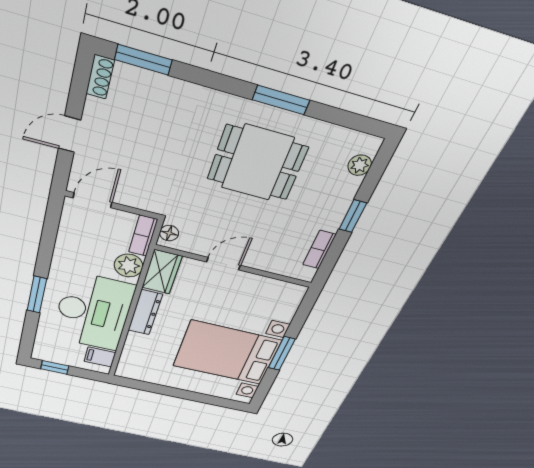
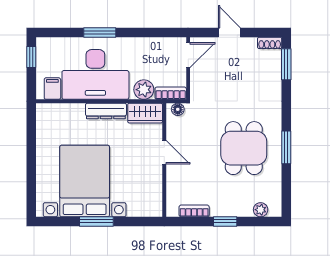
door: (93, 200) -> (188, 55), hinge flipped

